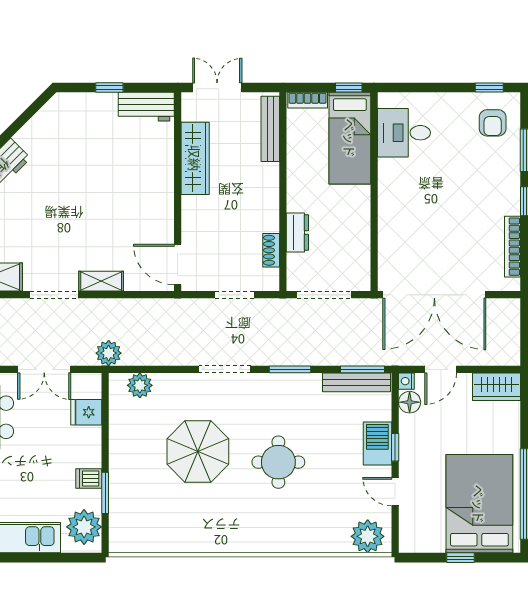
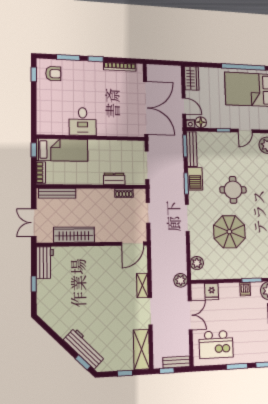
desk: (404, 133) -> (83, 122), moved
barbecue: (377, 443) -> (195, 179), moved, turned -90

